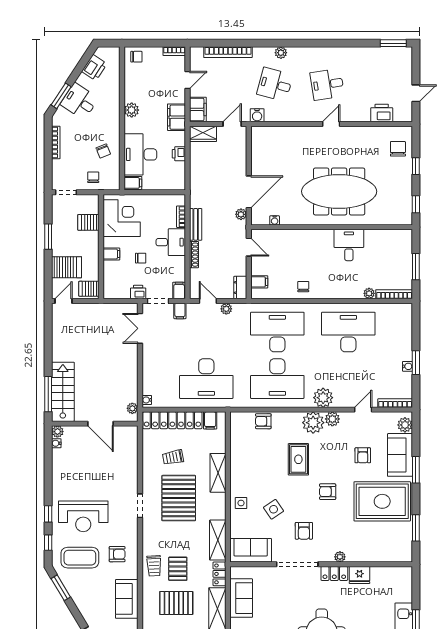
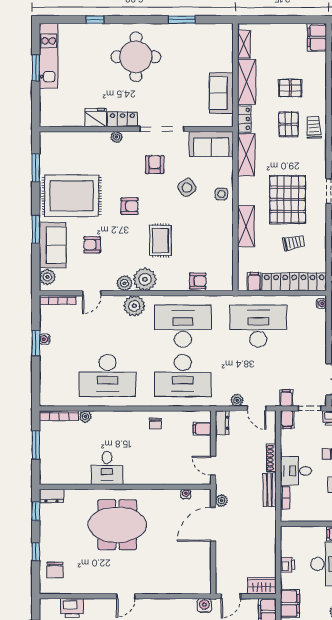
meeting table: (339, 191) -> (117, 525), width x0.73
dresser: (401, 219) -> (52, 496), added
armchair: (363, 455) -> (92, 245), turned -90
pallet: (176, 603) -> (290, 88), width x0.67, depth x0.71

